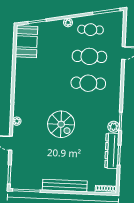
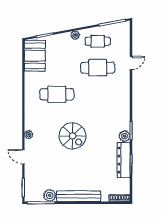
cafe table: (88, 83) -> (57, 94), moved
plant: (35, 184) -> (50, 196), added

